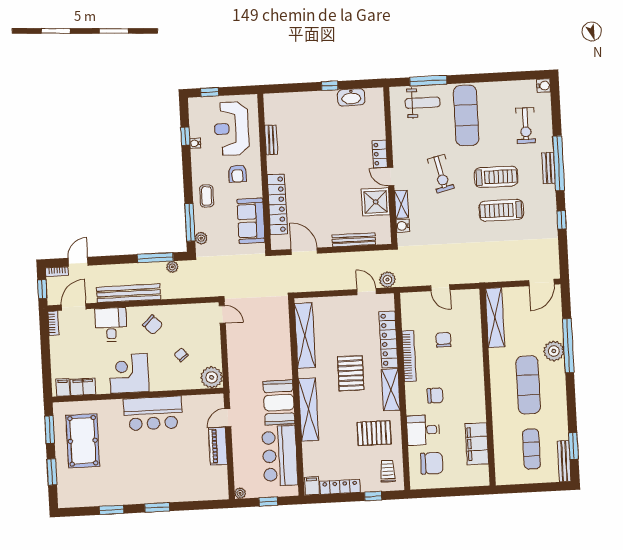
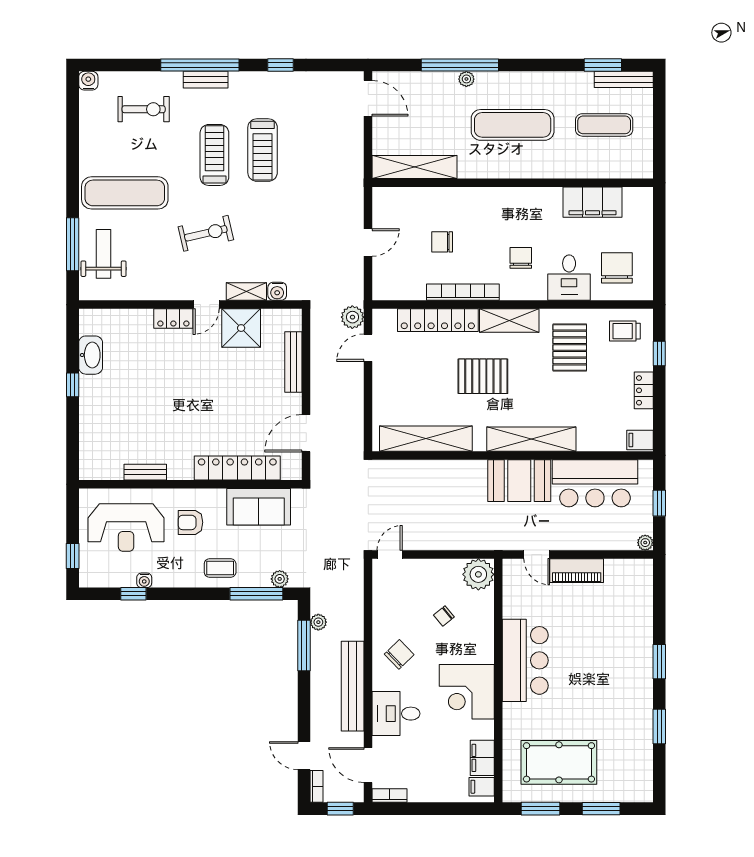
armchair: (237, 174) -> (190, 522), turned 180
plant: (554, 351) -> (466, 79), width x0.53, depth x0.53
locker: (340, 487) -> (644, 390), width x0.66

